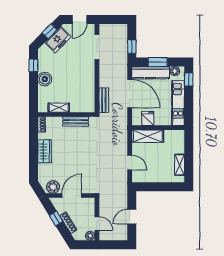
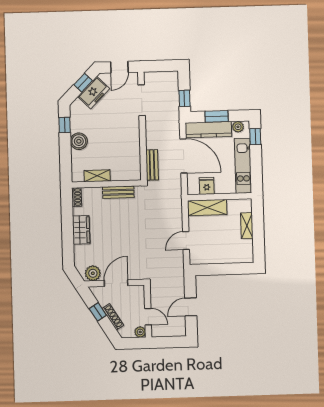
door: (130, 163) -> (186, 241), swing flipped
shelving: (180, 165) -> (247, 226), moved

